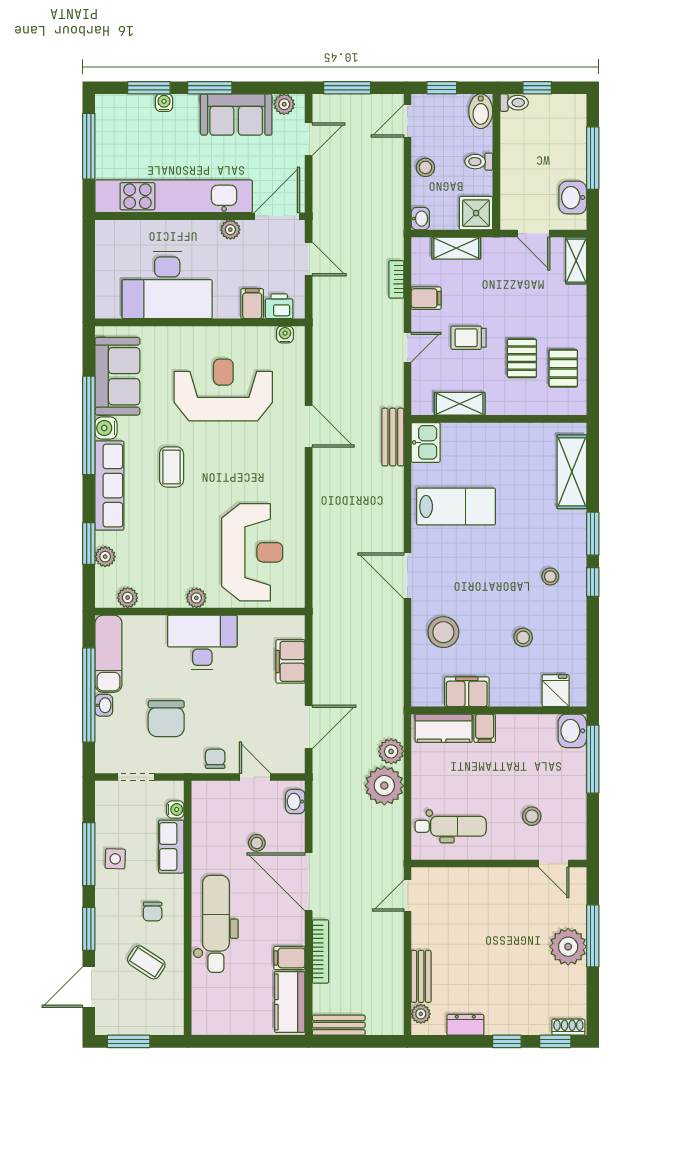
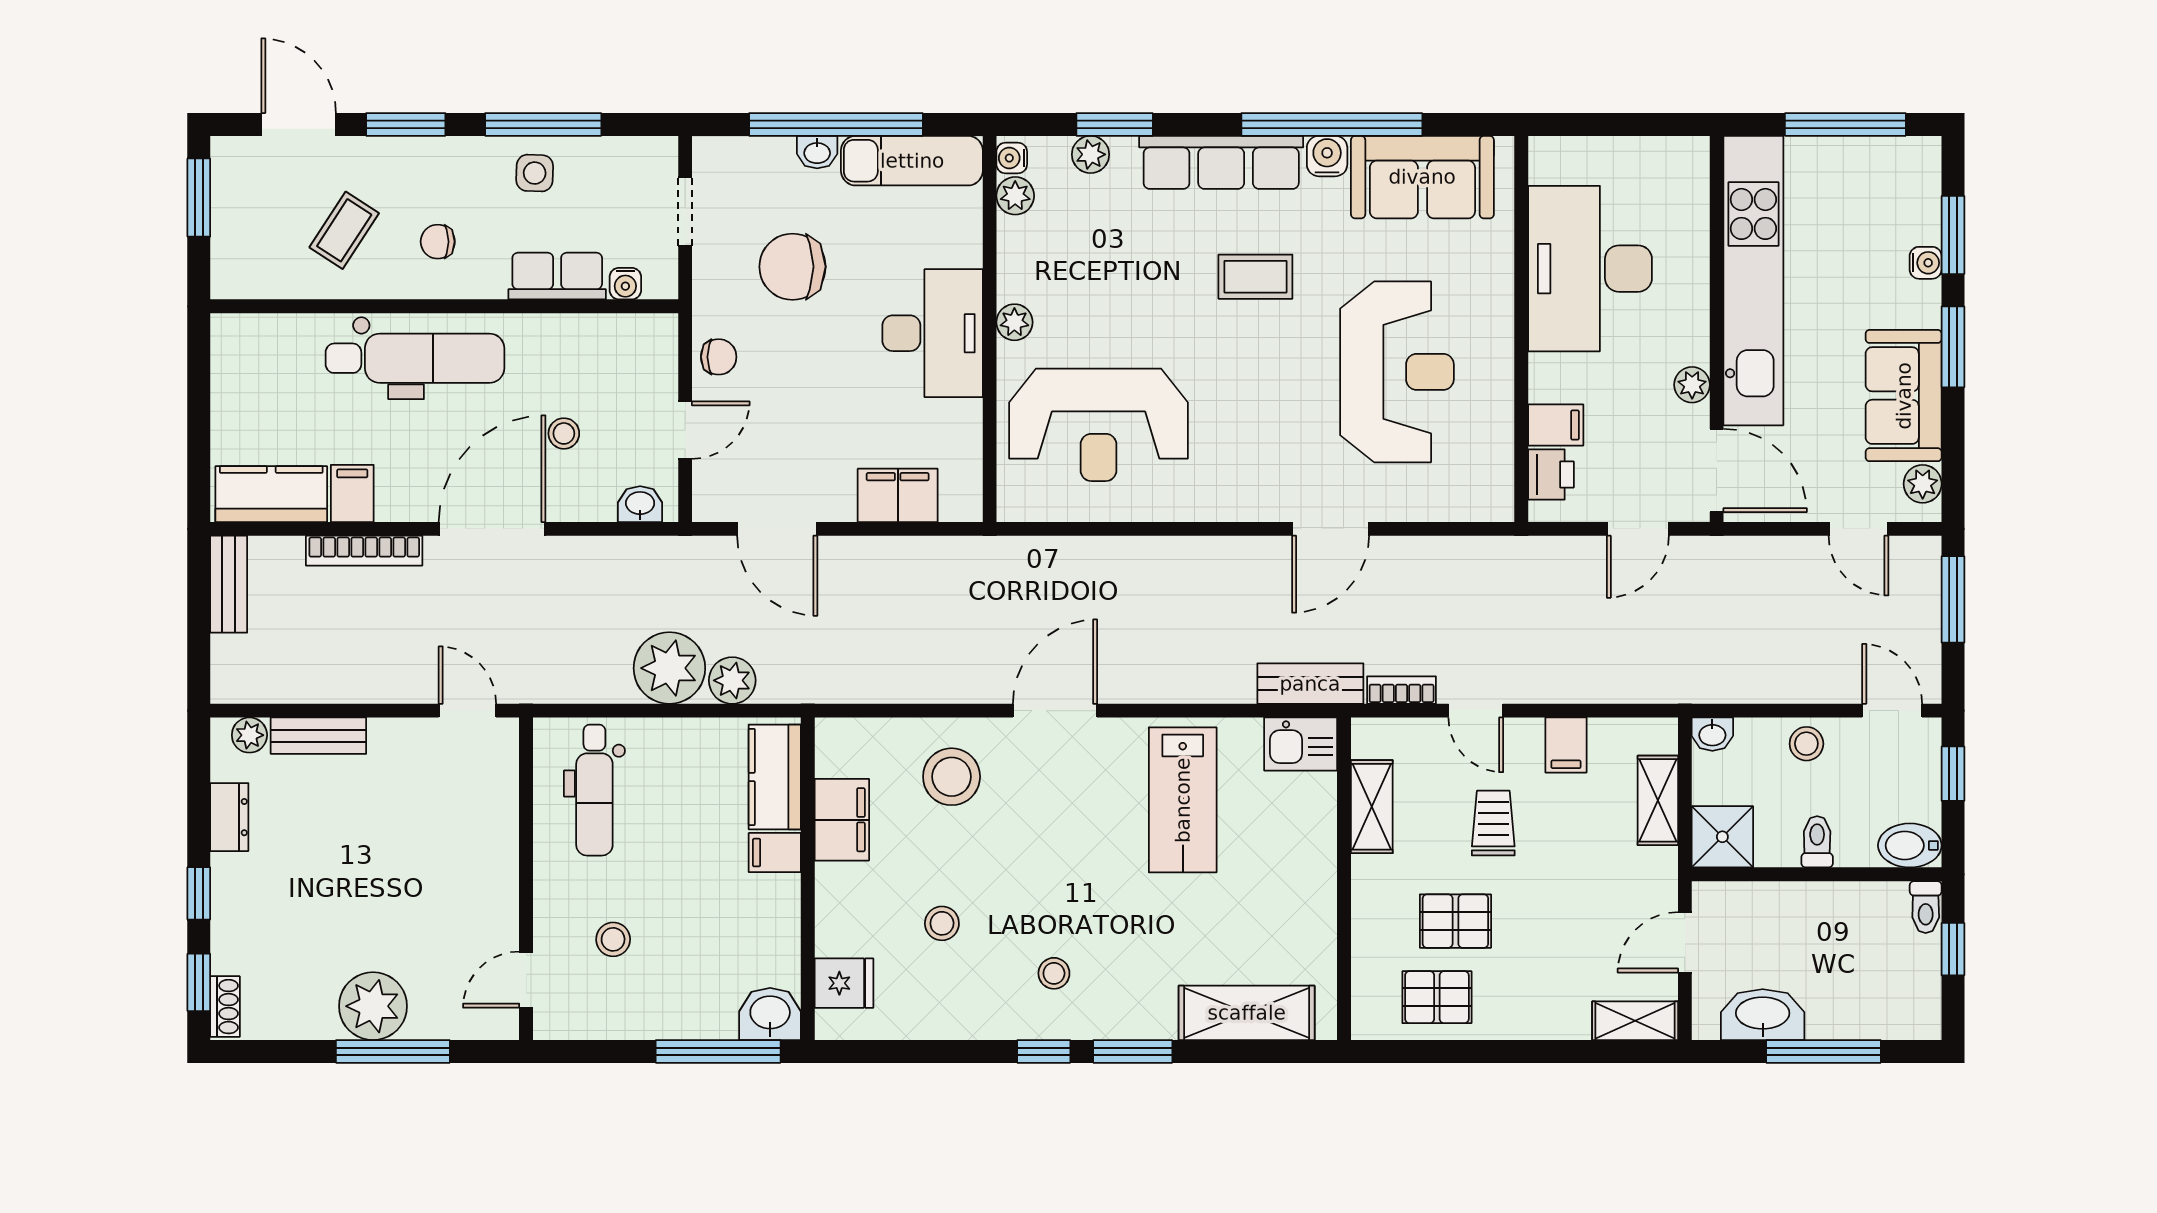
washbasin: (573, 198) -> (1763, 1015), width x1.38
bookcase: (396, 279) -> (1402, 690), moved
water cooler: (285, 334) -> (1012, 158), moved, turned 180

